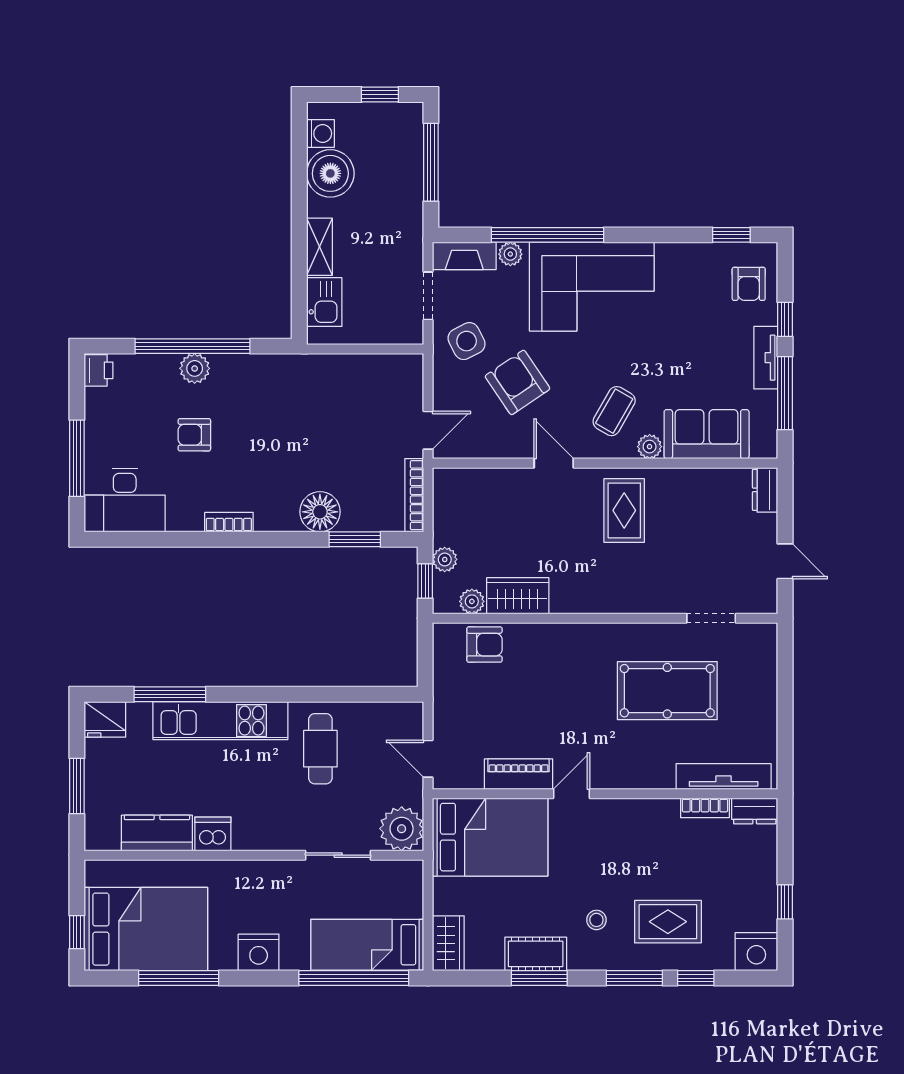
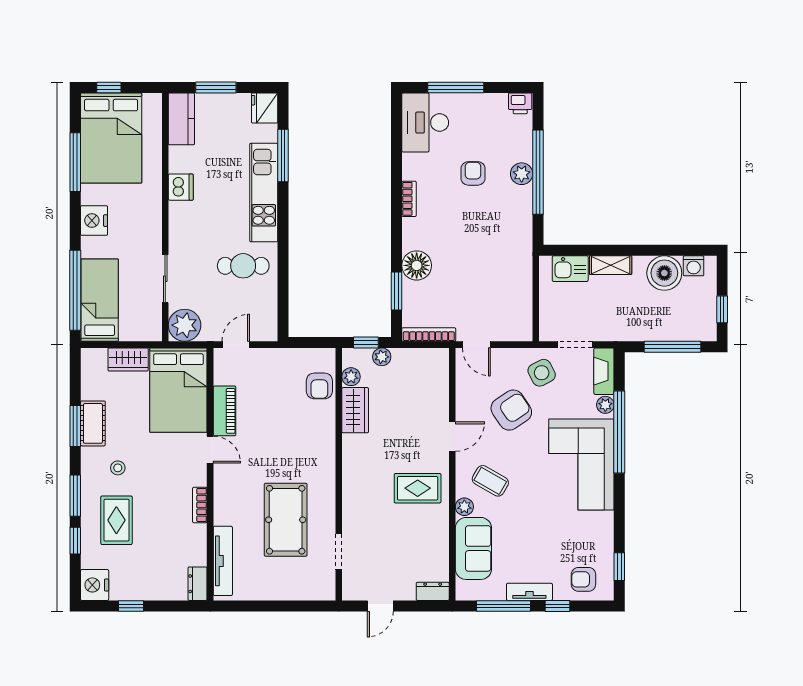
bookcase: (705, 808) -> (200, 505), moved
kitchen counter: (157, 833) -> (181, 119), moved
wardrobe: (448, 943) -> (128, 359), moved

